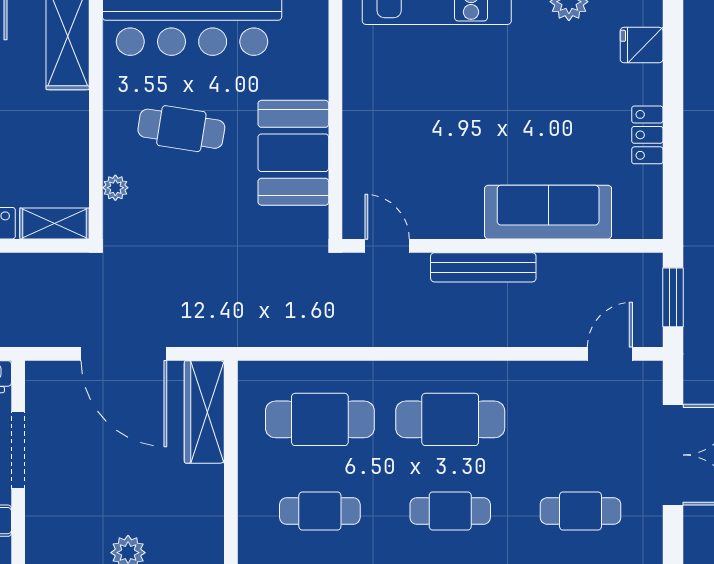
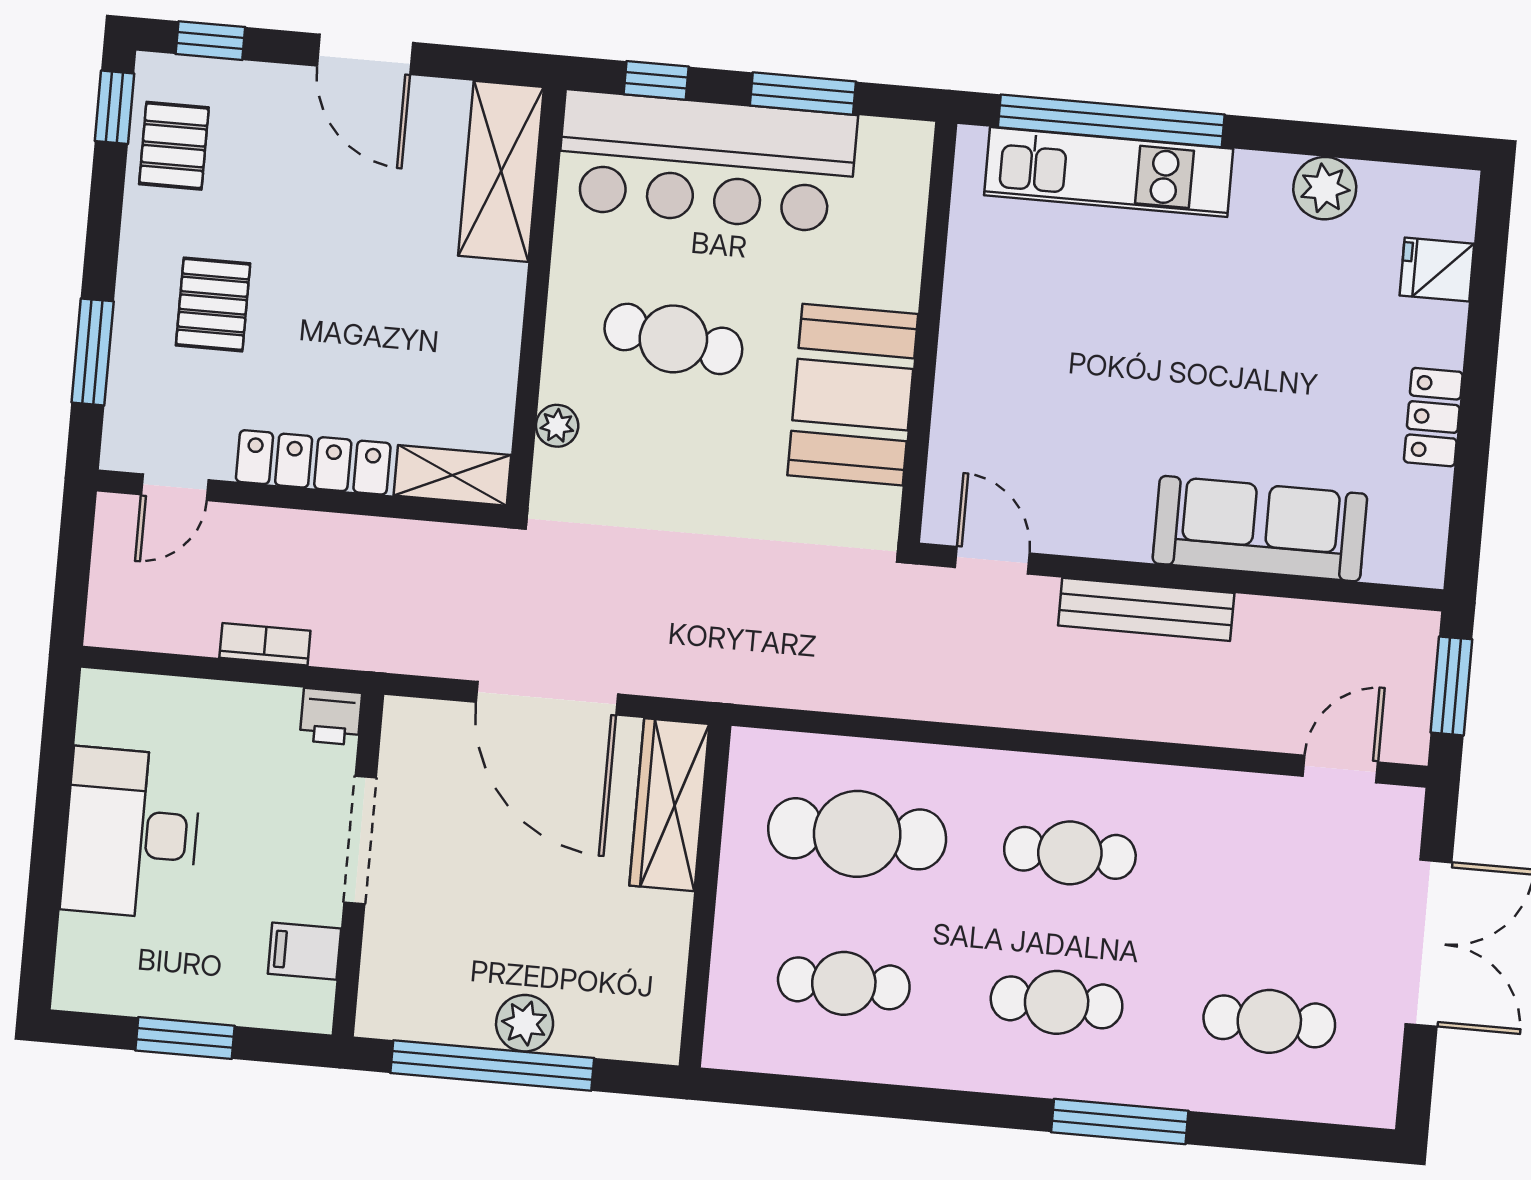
cafe table: (450, 419) -> (1070, 853), width x0.73, depth x0.74

